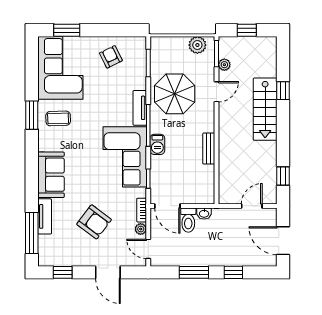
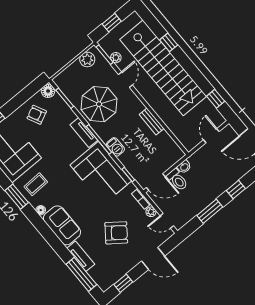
floor lamp: (139, 44) -> (48, 91), added
stairs: (265, 109) -> (163, 68), width x1.86, depth x1.51
floor lamp: (43, 145) -> (41, 210), added

